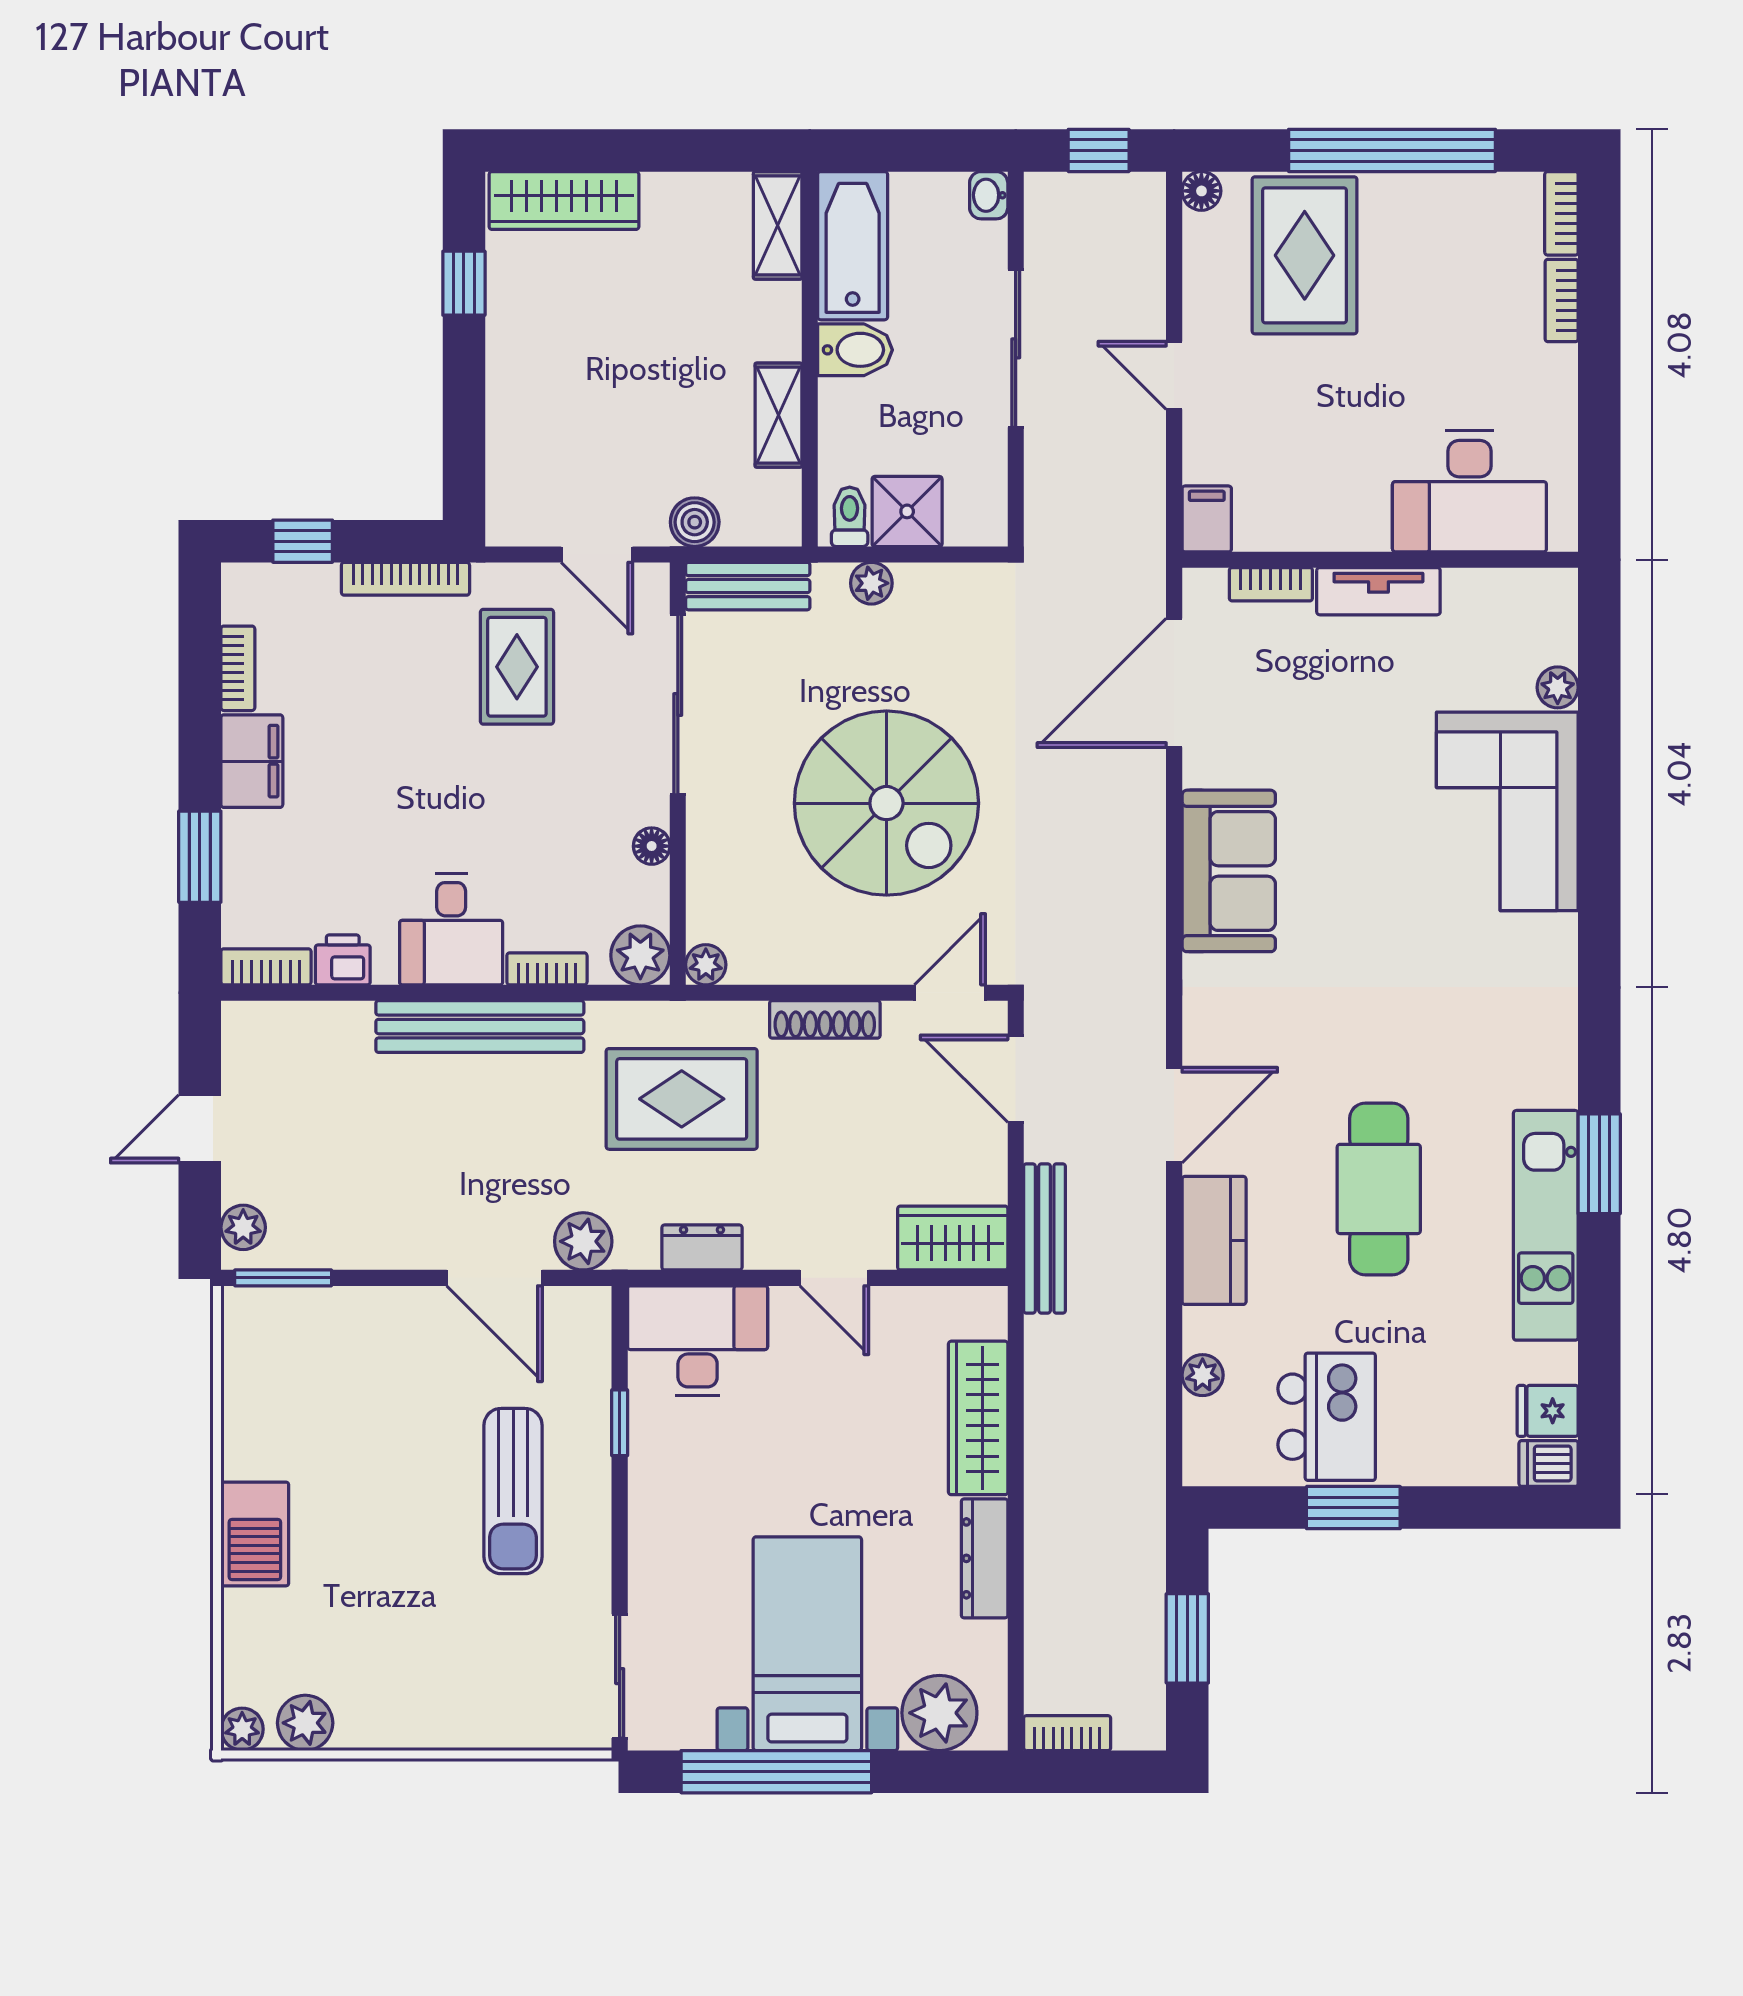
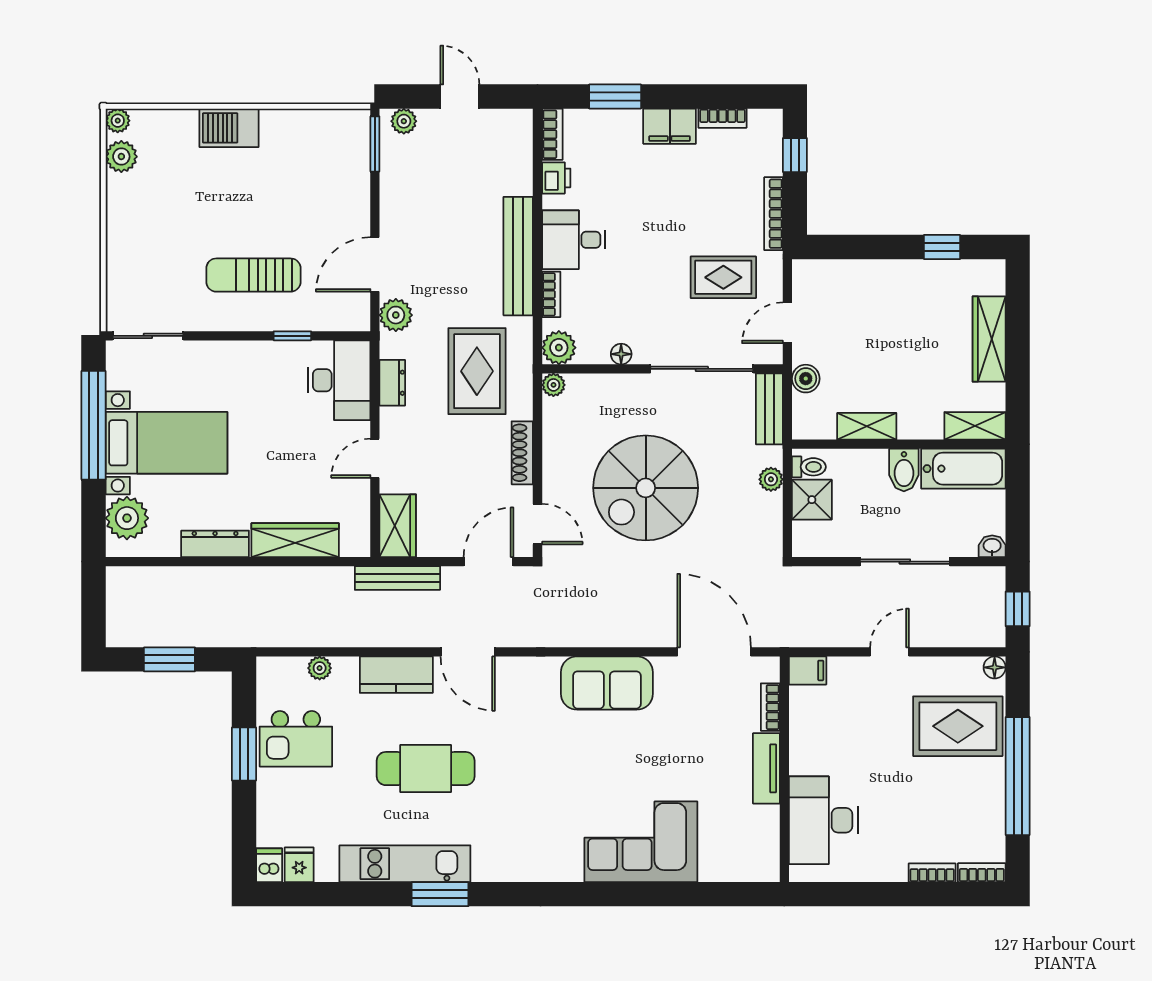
wardrobe: (564, 201) -> (989, 339), moved
plant: (1558, 687) -> (712, 870), removed
bookcase: (1067, 1733) -> (115, 591), removed

